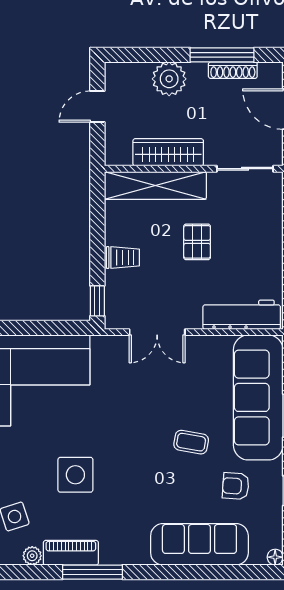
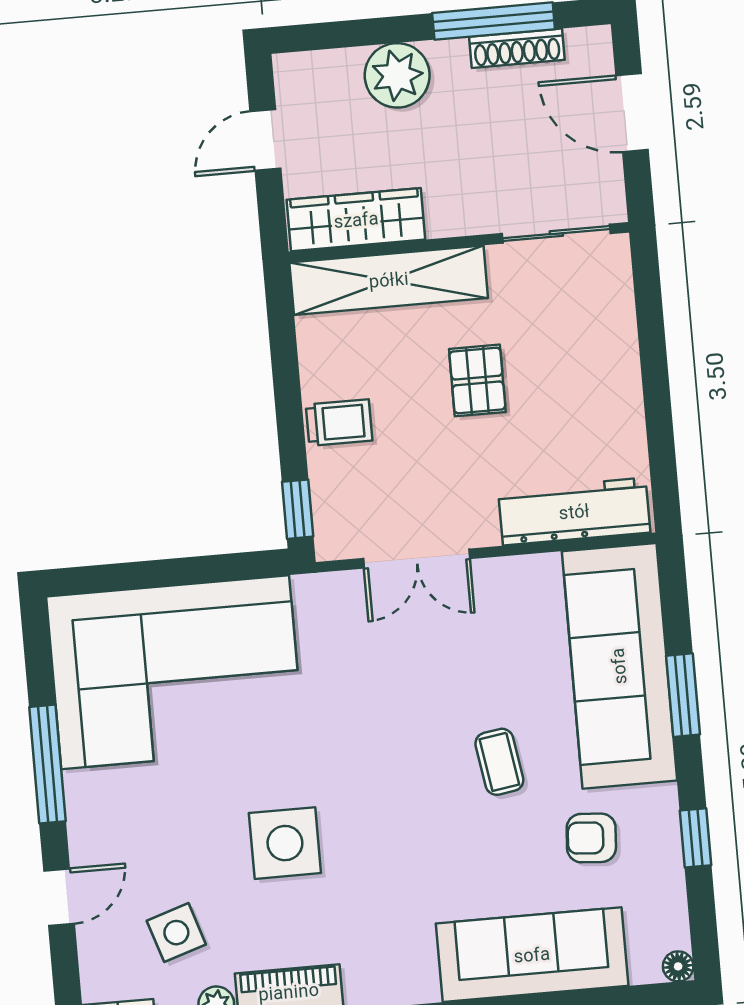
wardrobe: (168, 152) -> (356, 220), moved
coffee table: (191, 442) -> (499, 762), turned 71

